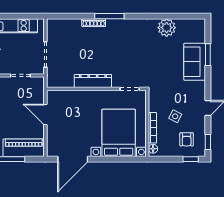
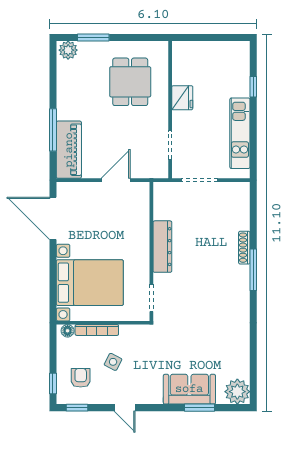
plant: (167, 28) -> (237, 392), moved
armchair: (187, 139) -> (81, 378), turned 90

